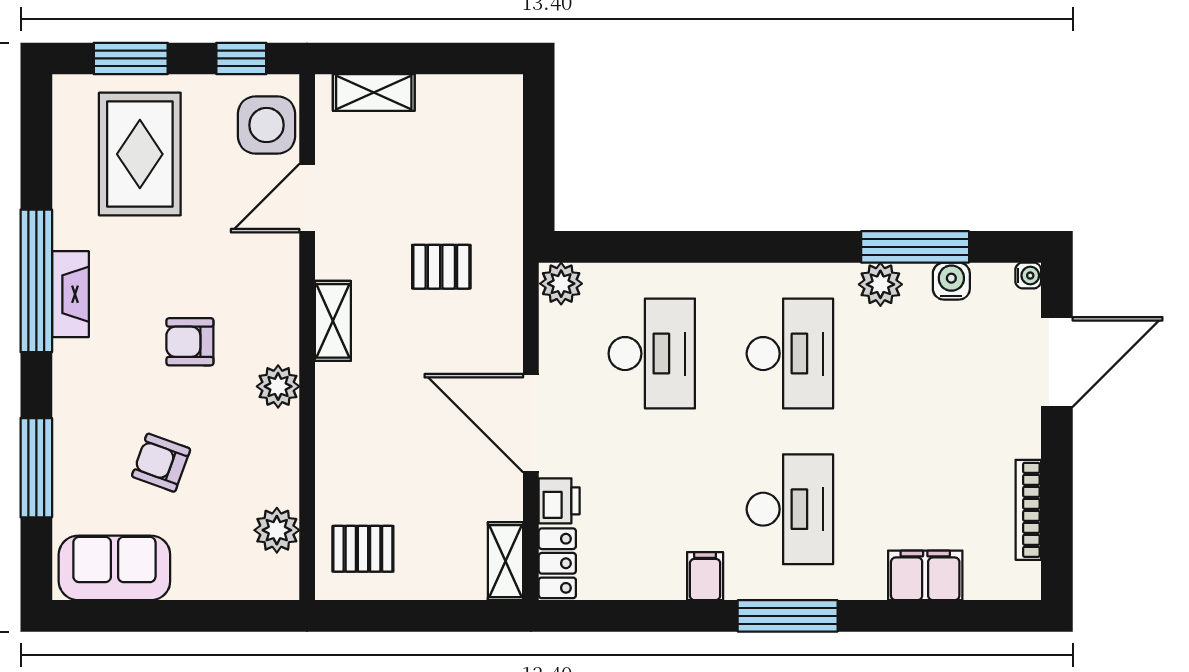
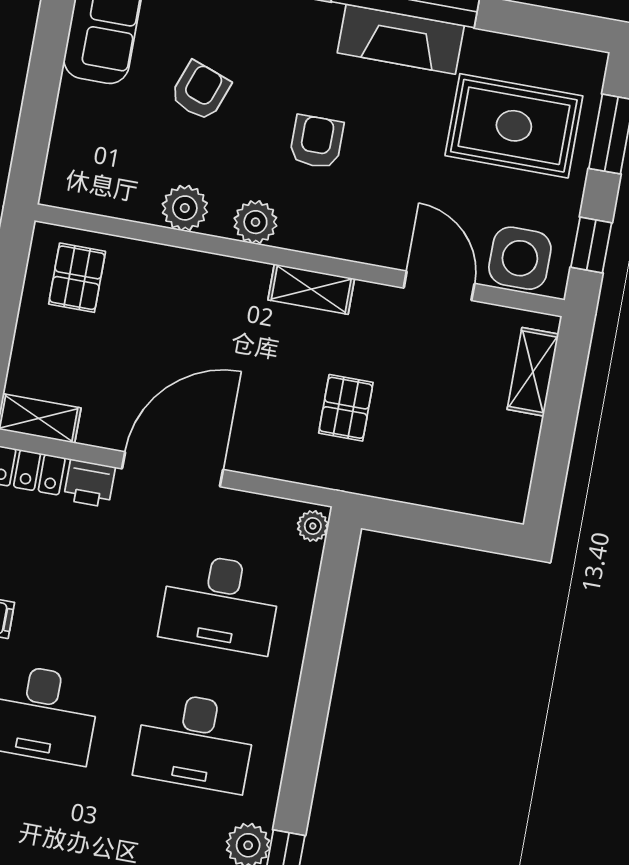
plant: (561, 284) -> (313, 526), width x0.73, depth x0.73
fireplace: (70, 294) -> (401, 39), width x1.37, depth x1.32
plant: (277, 530) -> (185, 208), moved

